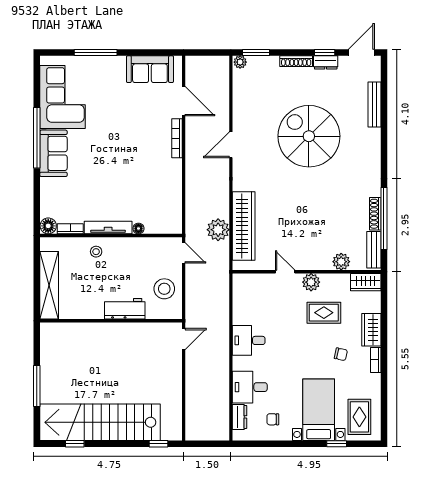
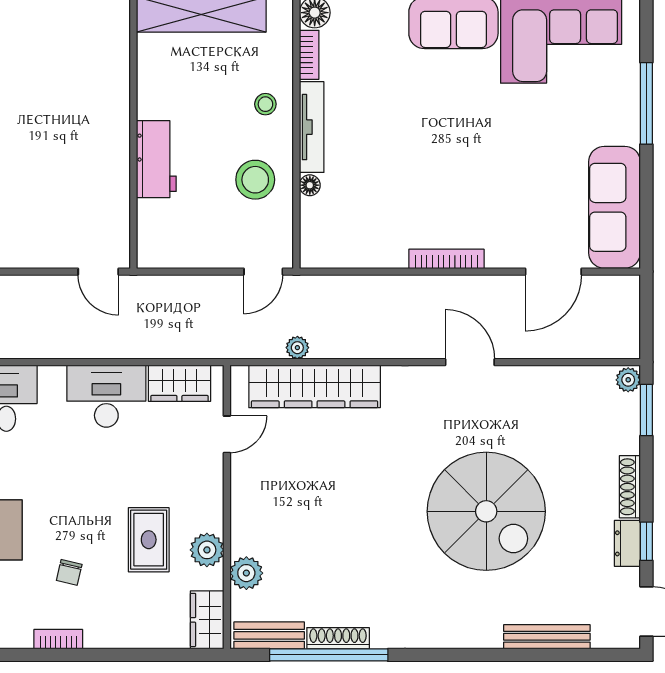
sofa: (150, 69) -> (615, 207), width x1.36
spiral stairs: (309, 136) -> (486, 511), turned 90
bookcase: (177, 138) -> (446, 259), moved
plant: (218, 230) -> (297, 348), width x0.53, depth x0.53
door: (285, 272) -> (227, 434), moved
plant: (311, 282) -> (207, 550), moved
stool: (164, 289) -> (255, 180), moved
wardrobe: (371, 330) -> (179, 383), moved, turned 180
desk: (249, 340) -> (106, 396), width x1.37

